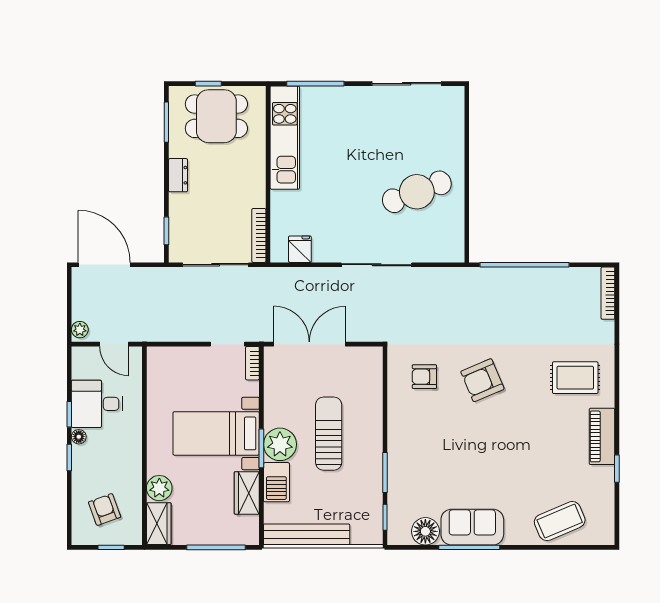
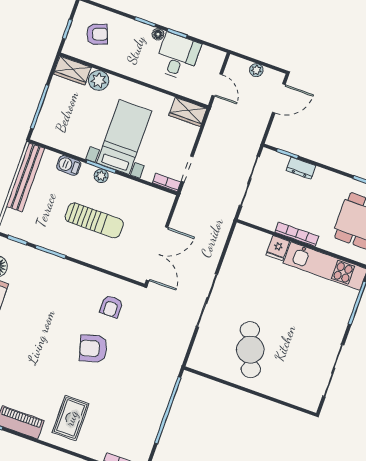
dresser: (178, 175) -> (301, 168), moved
bookcase: (259, 235) -> (297, 234), moved
fridge: (300, 249) -> (278, 248), moved, turned 90
door: (104, 265) -> (279, 98), width x0.73
plant: (80, 330) -> (256, 70), moved
door: (114, 344) -> (217, 85), swing flipped
double door: (309, 344) -> (157, 254), moved
armchair: (424, 377) -> (111, 306), turned 180
armchair: (482, 380) -> (93, 349), turned -83
plant: (280, 444) -> (101, 176), width x0.53, depth x0.53
barbecue: (276, 482) -> (69, 165), width x0.73, depth x0.79
wardrobe: (247, 493) -> (188, 112), moved, turned 180

